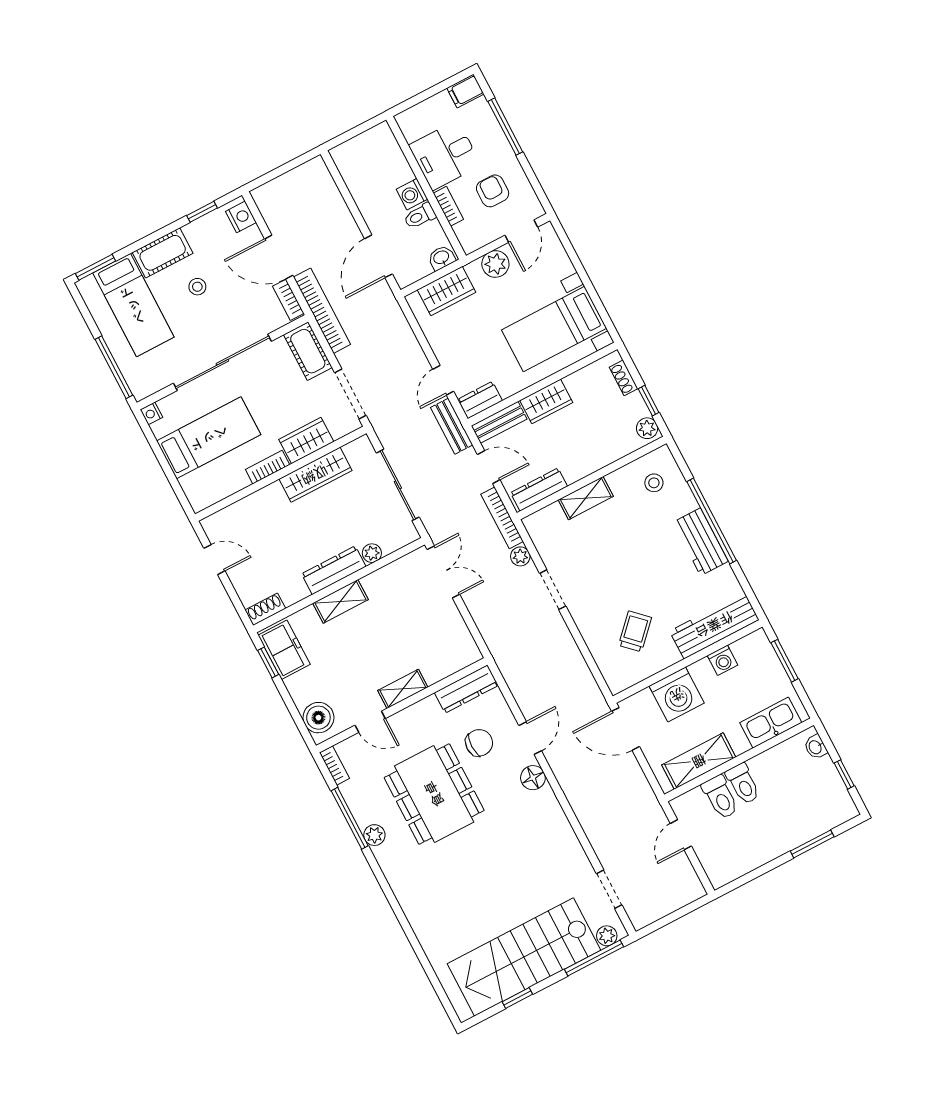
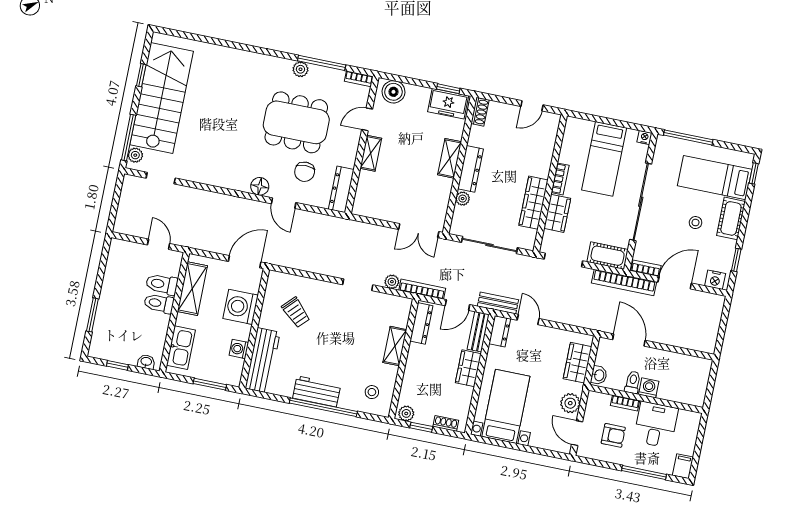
window: (95, 267) -> (754, 173), width x0.67

